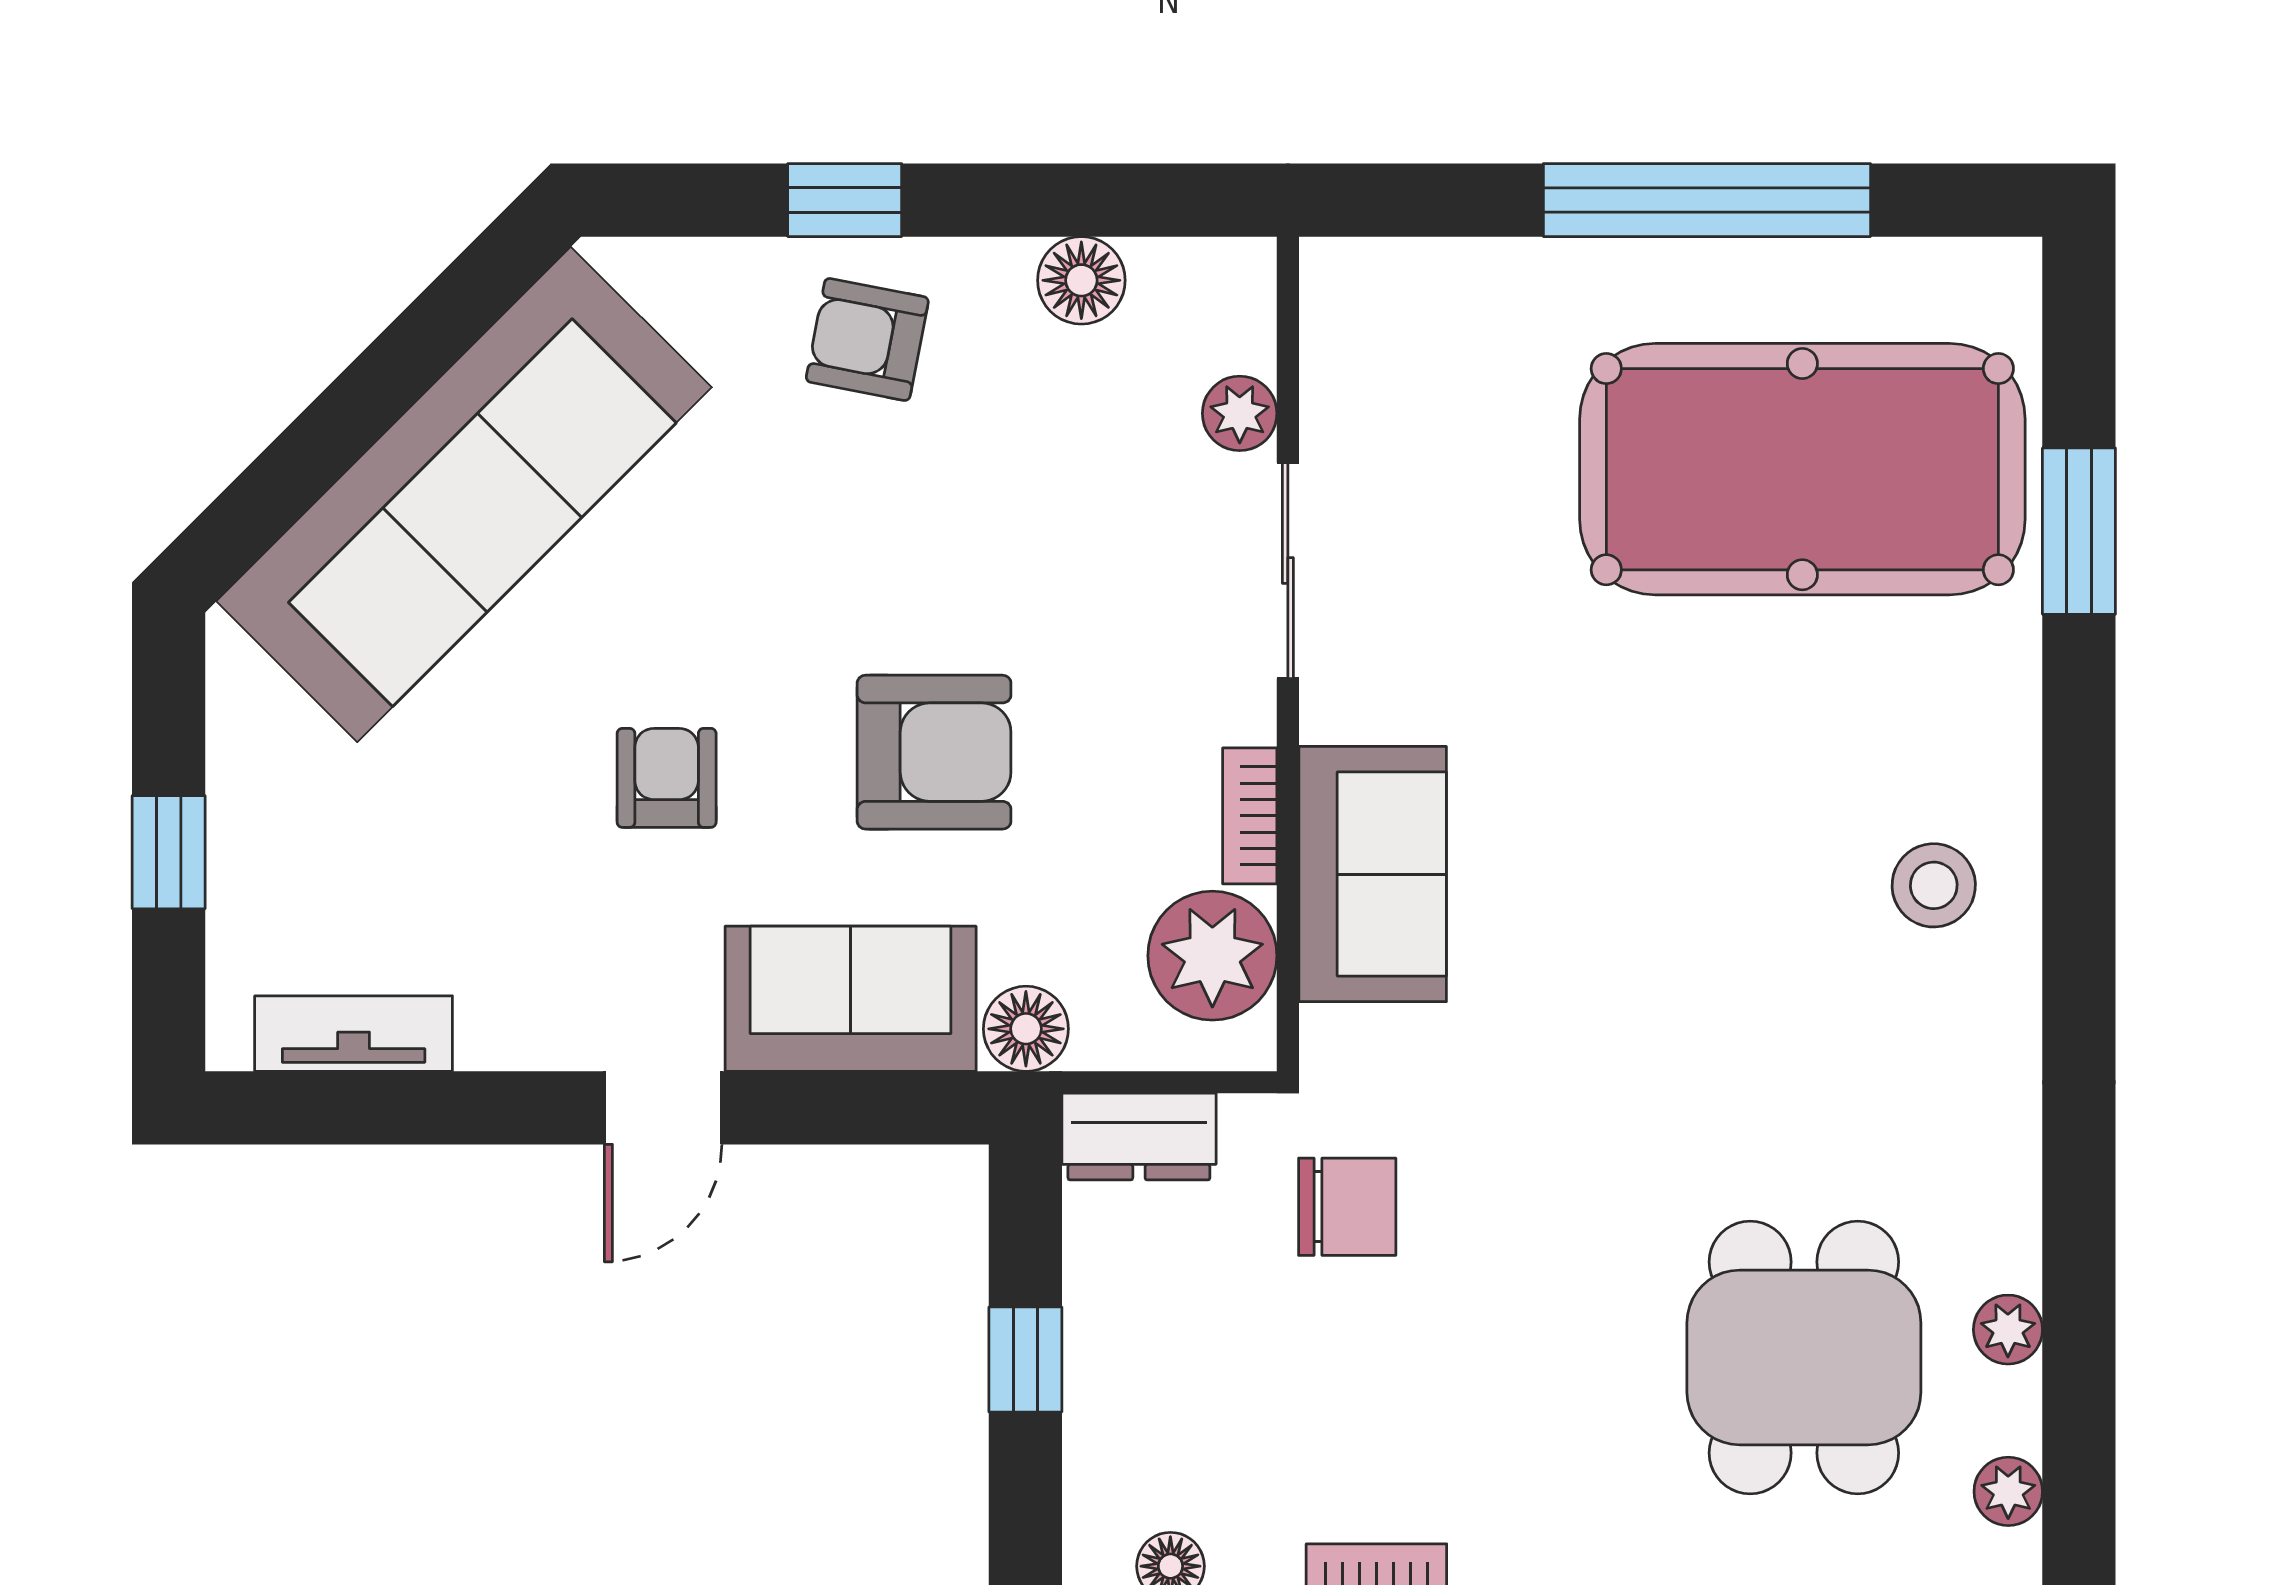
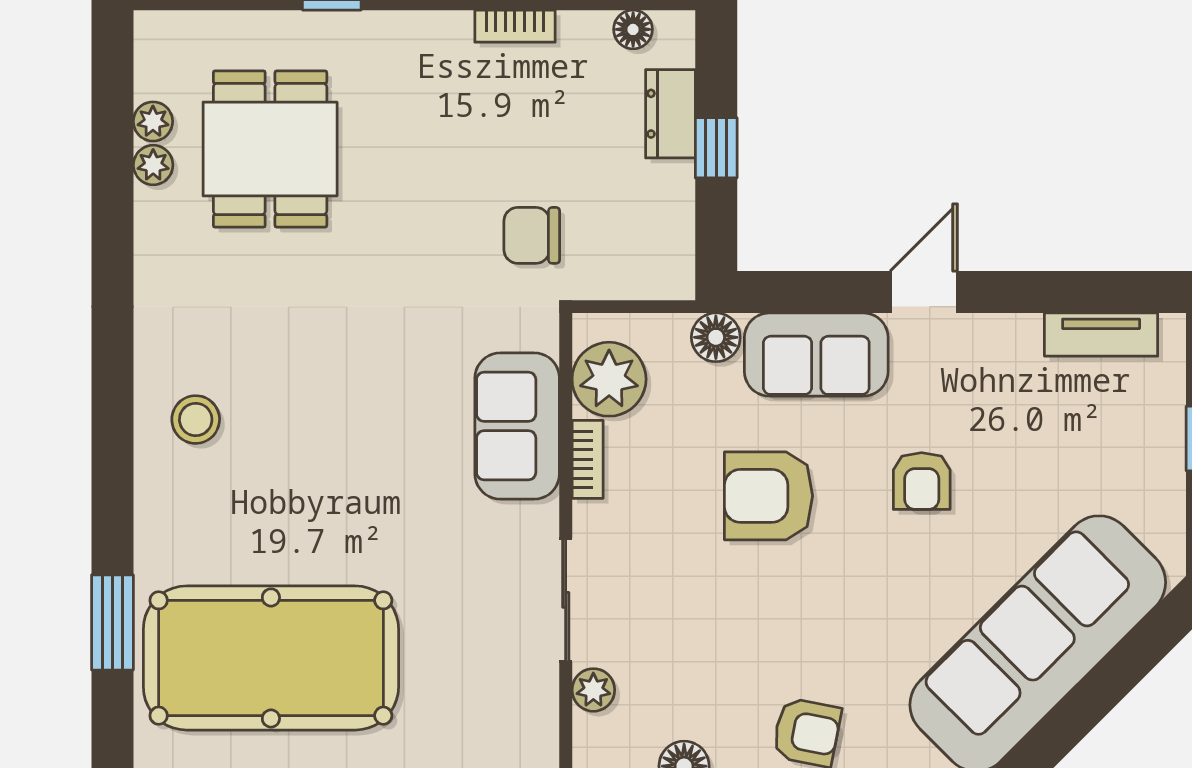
dresser: (1139, 1137) -> (670, 114), moved, turned -90
plant: (2008, 1491) -> (153, 121), moved

